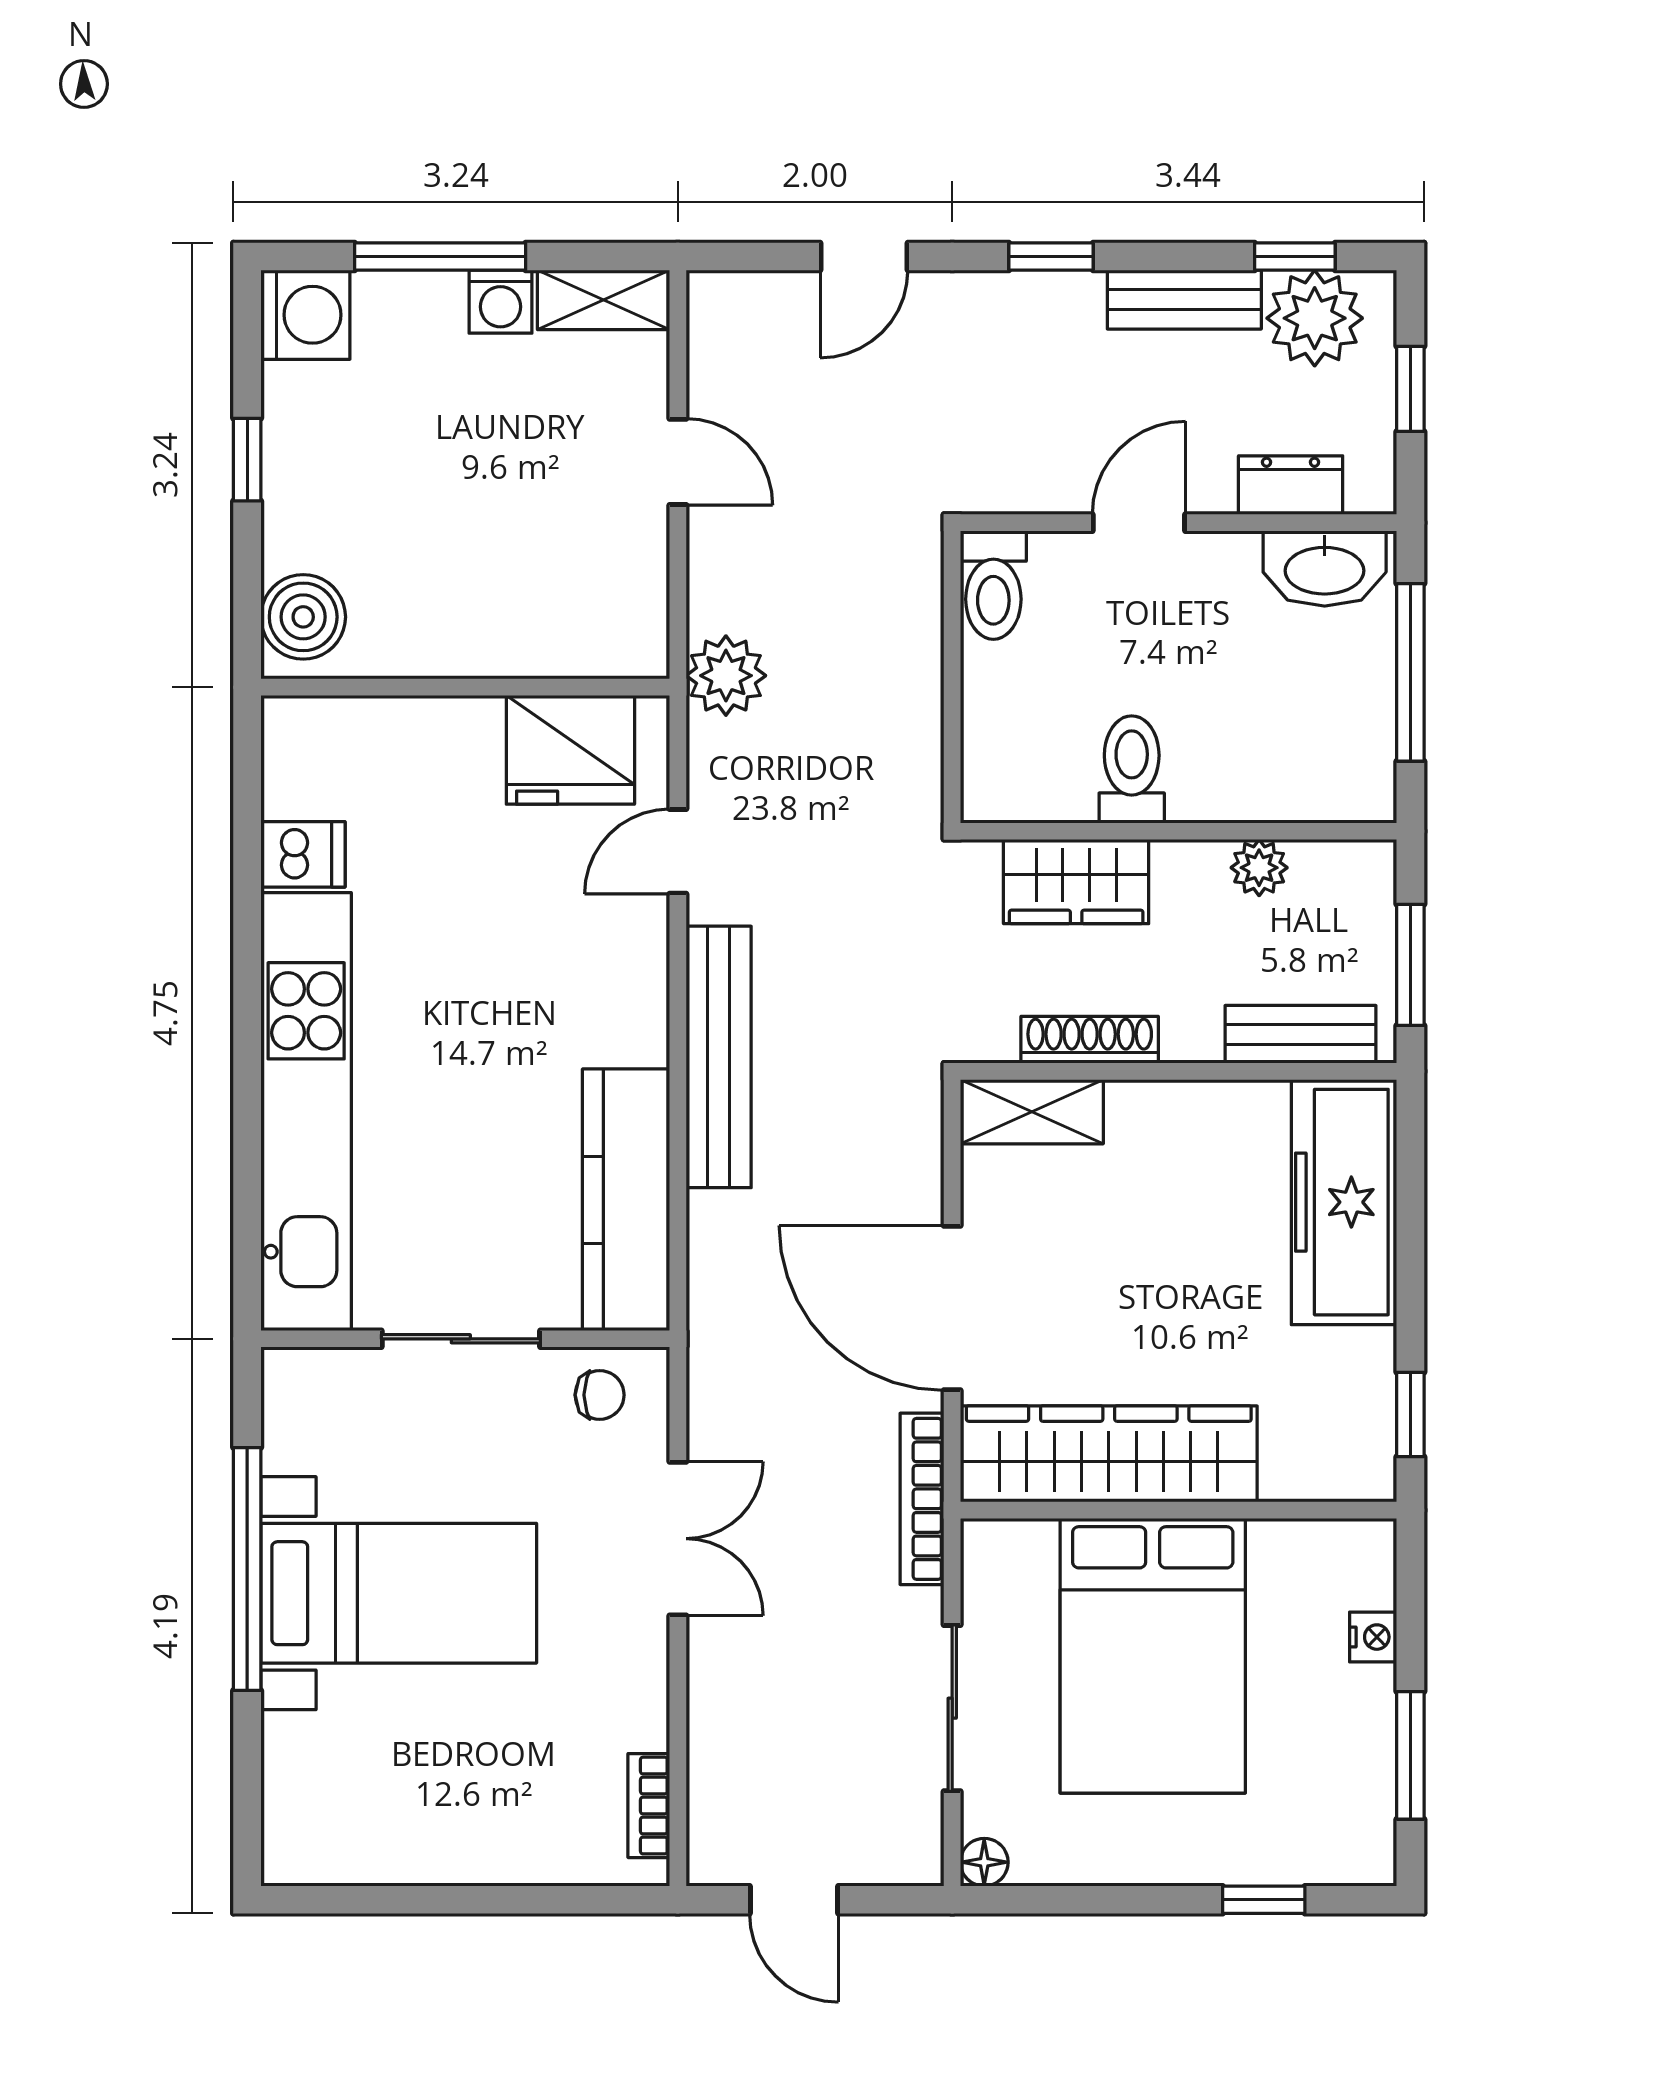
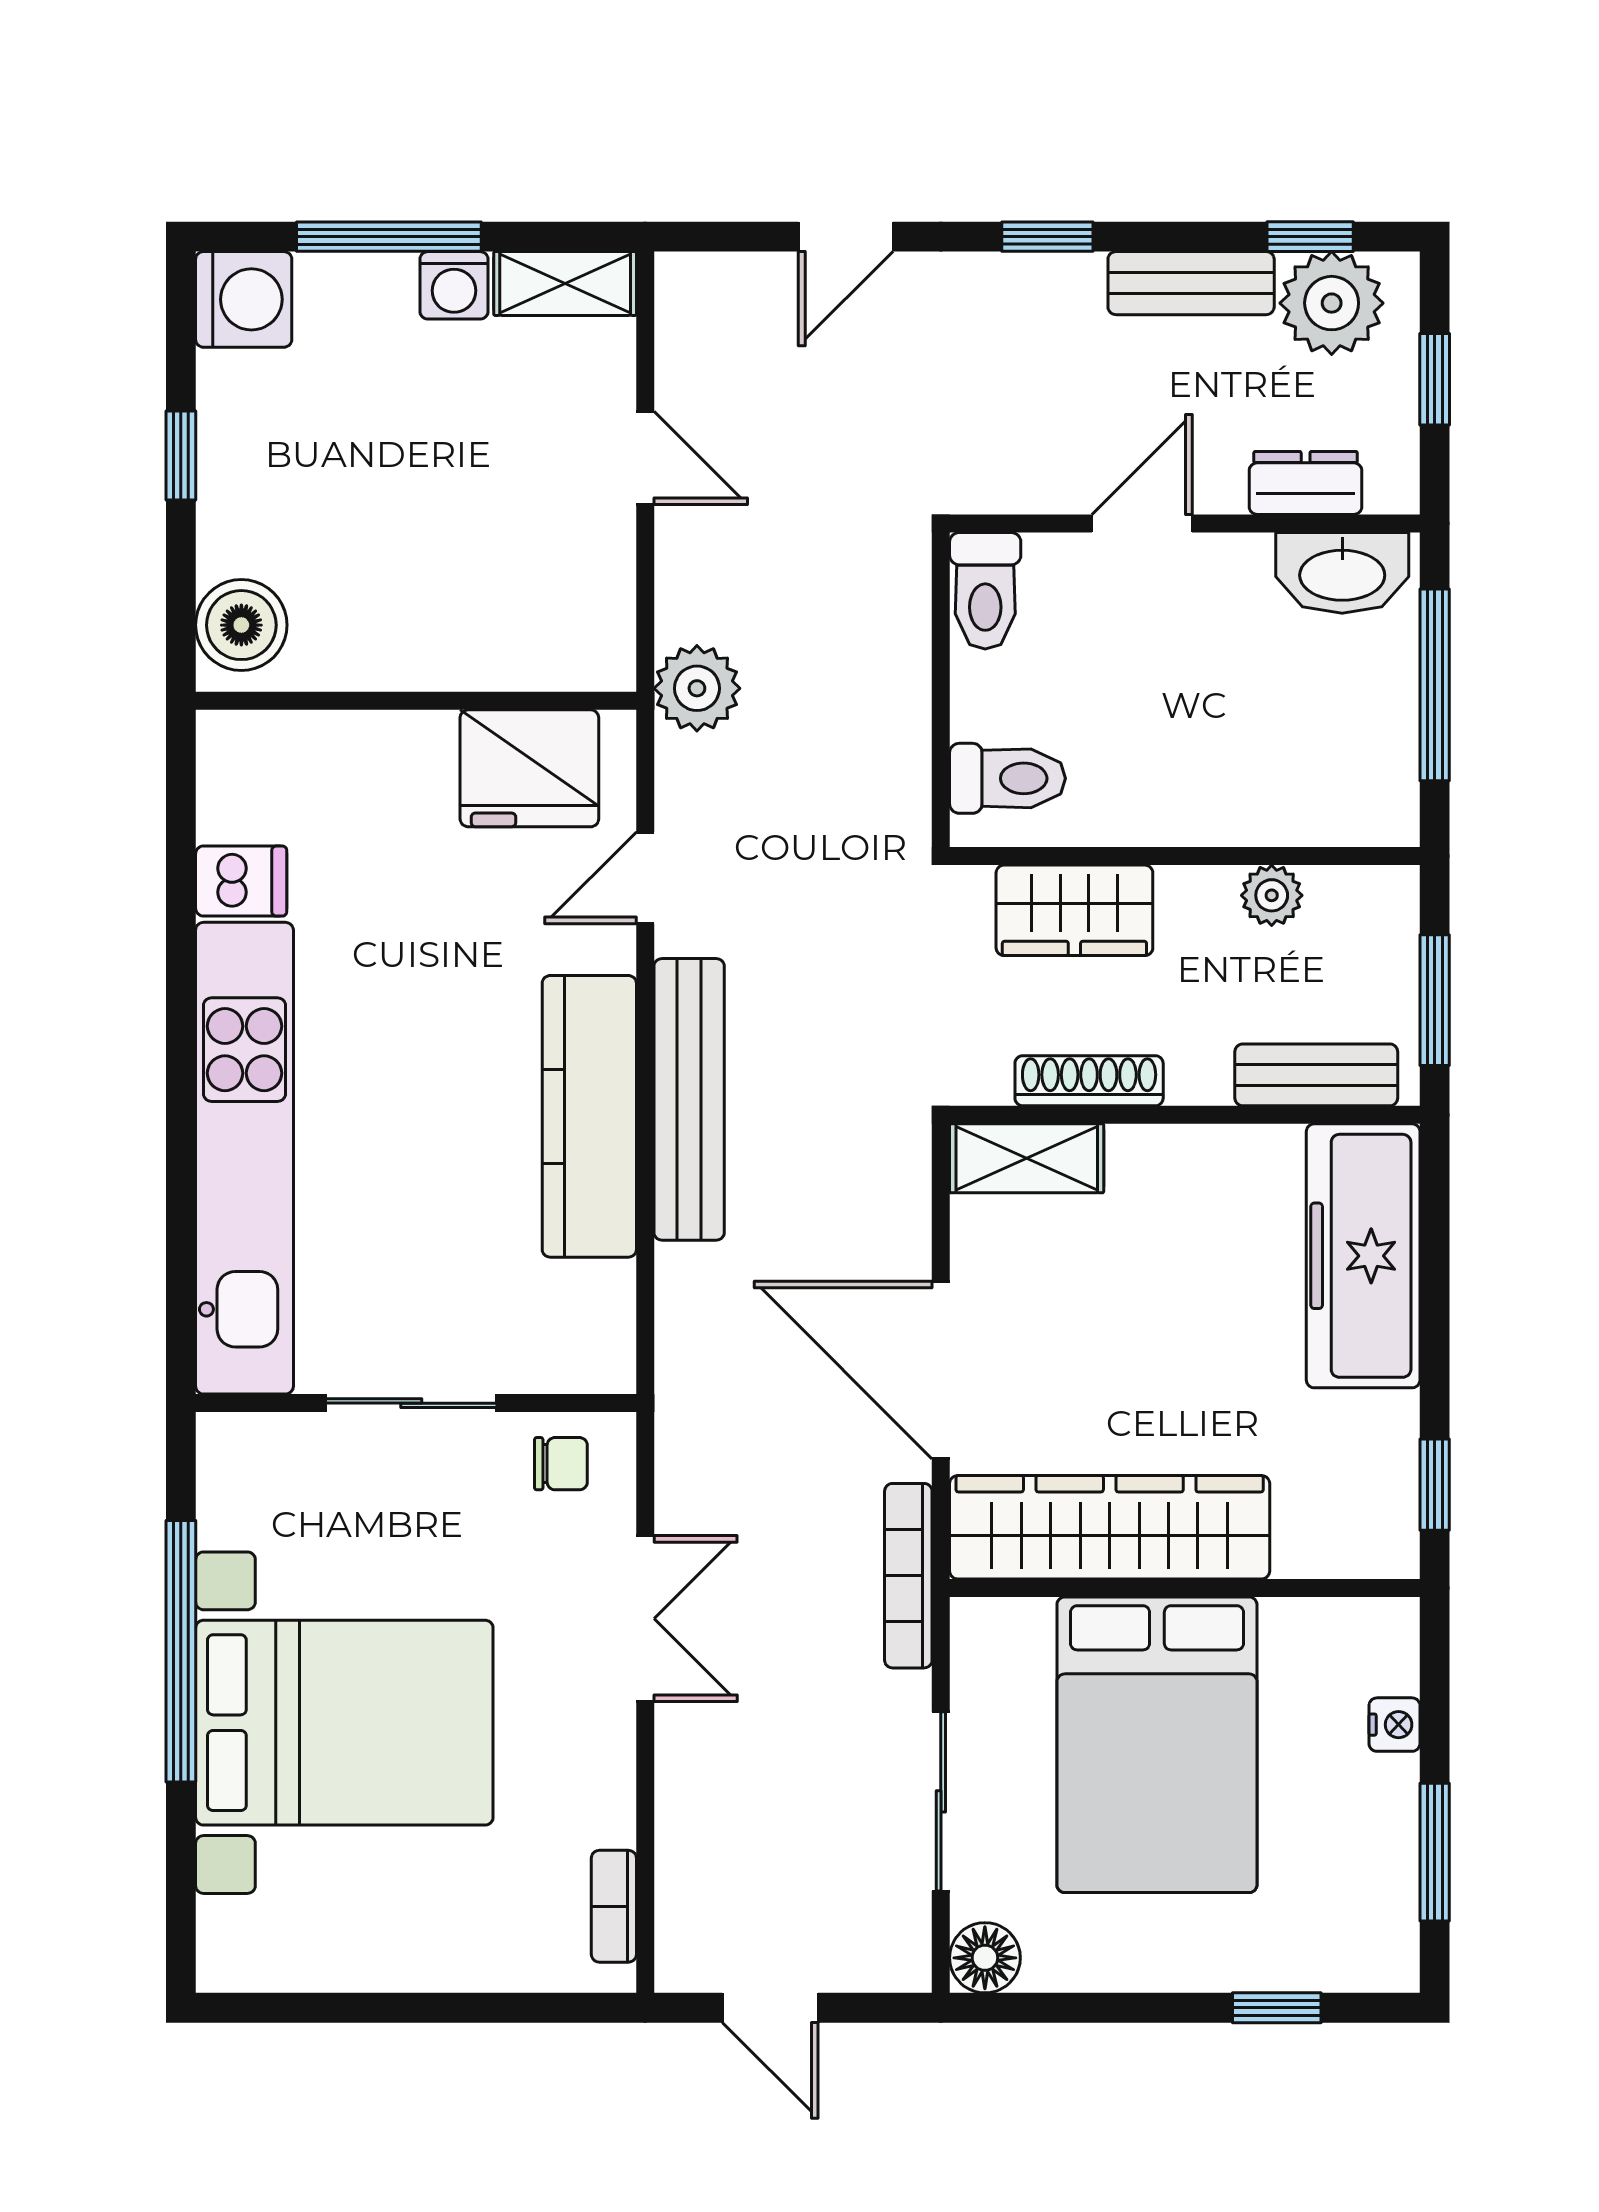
toilet: (1132, 769) -> (1008, 778), moved, turned 90
kitchen counter: (626, 1200) -> (589, 1116), moved
bed with nightstands: (399, 1593) -> (344, 1723), width x1.36
floor lamp: (984, 1862) -> (985, 1958), width x1.37, depth x1.37

